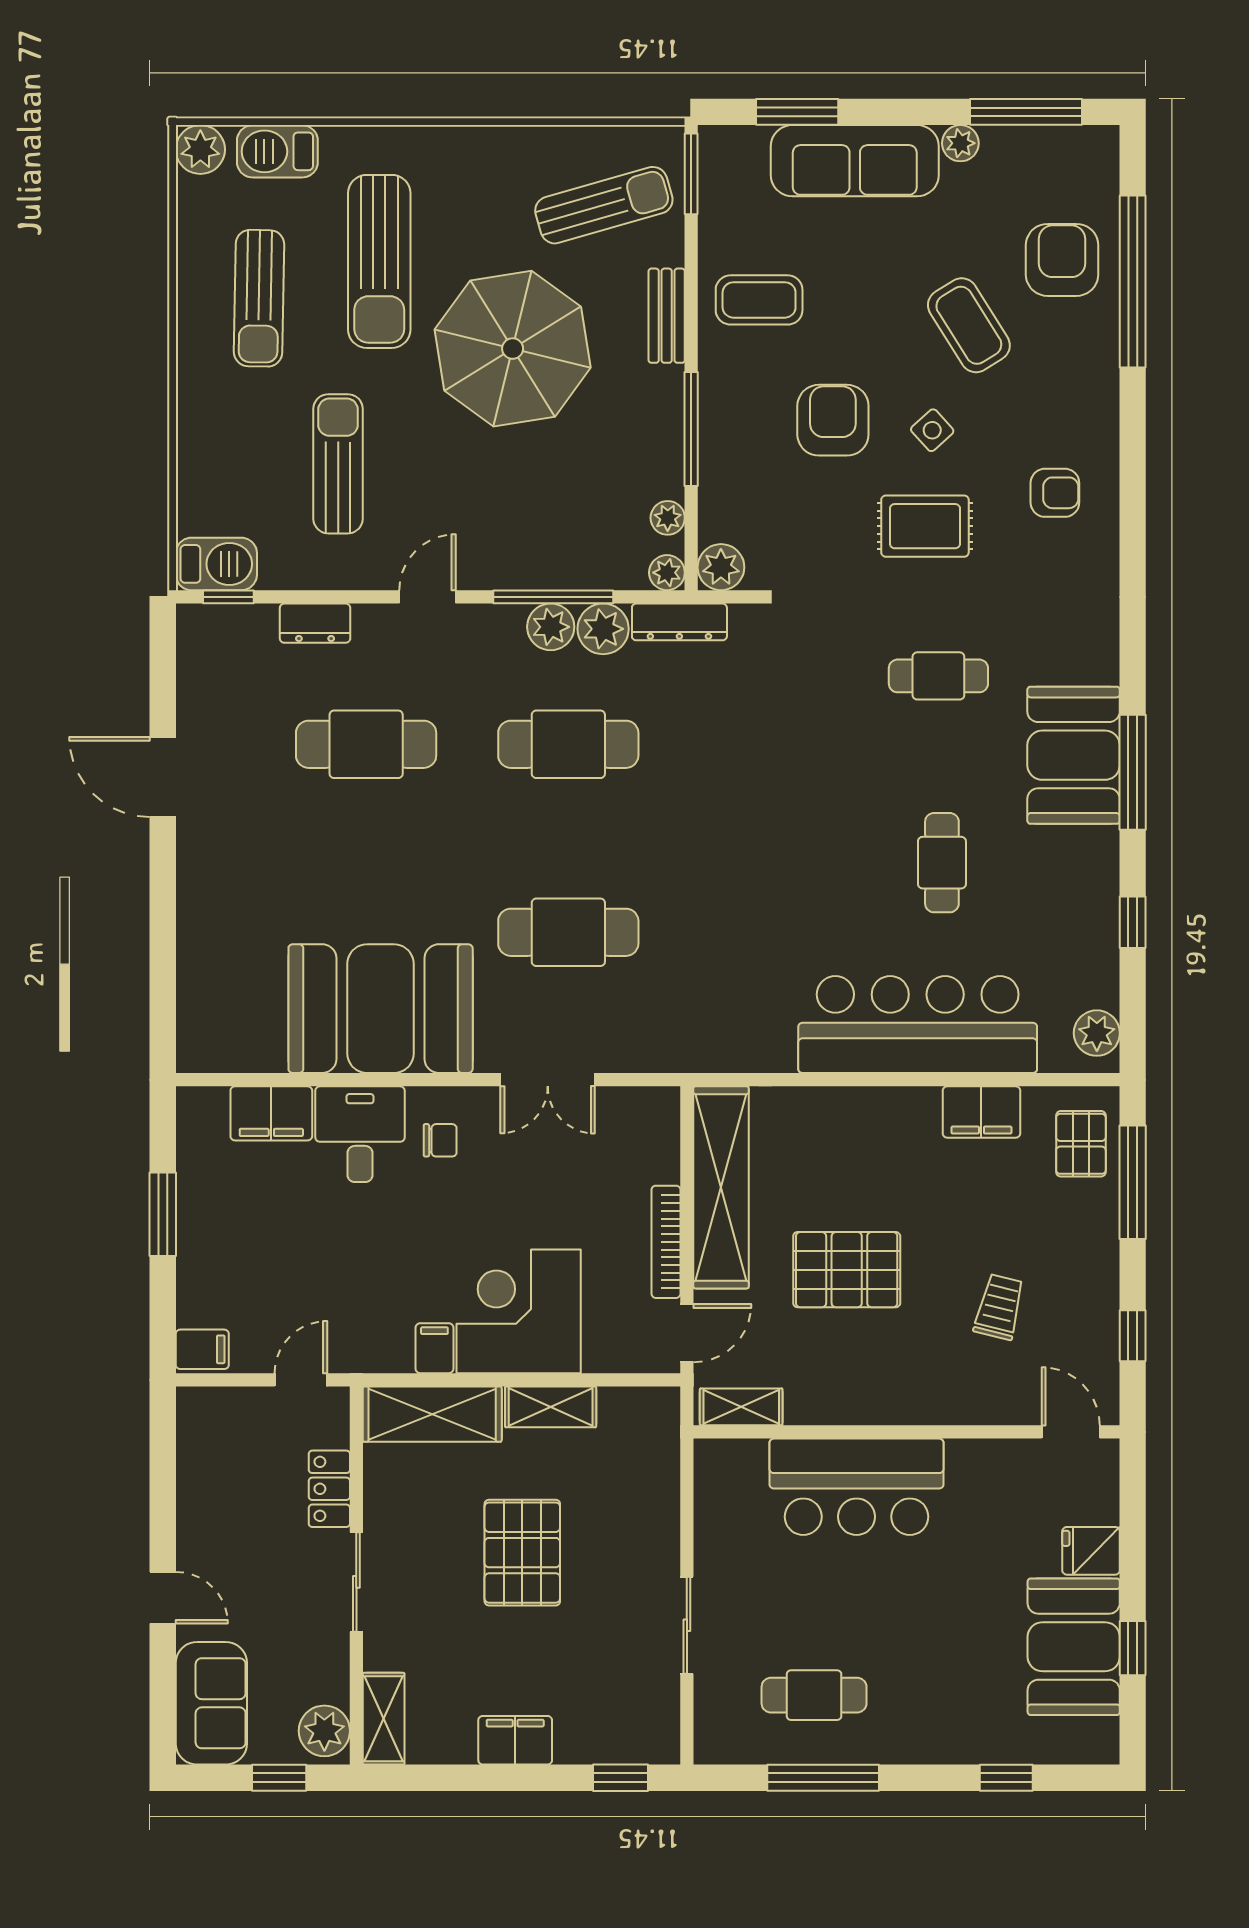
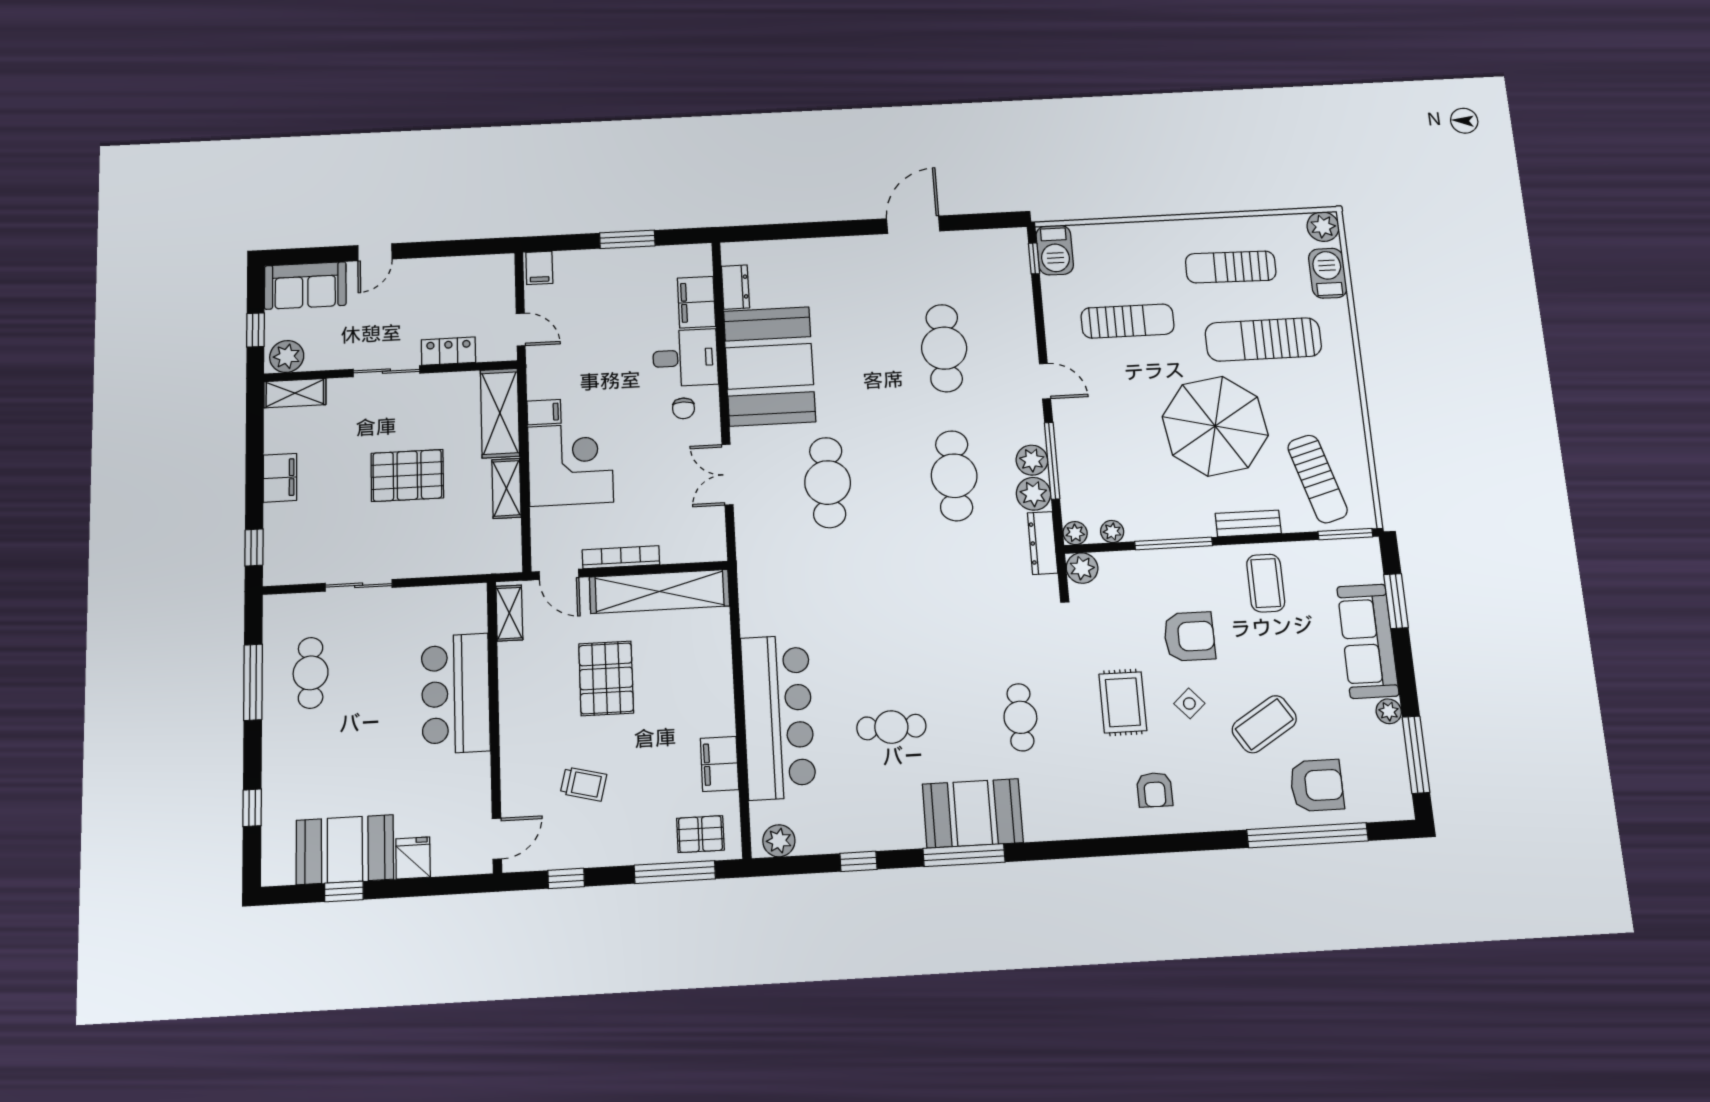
dresser: (315, 623) -> (735, 287), moved, turned 180

